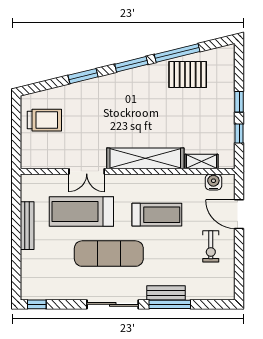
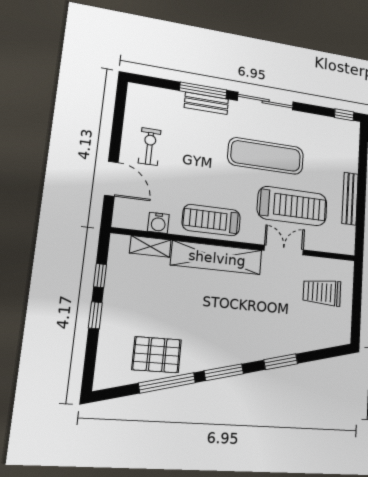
trolley: (44, 120) -> (322, 292), moved
water cooler: (213, 182) -> (158, 223), moved
treadmill: (157, 215) -> (211, 220), moved

